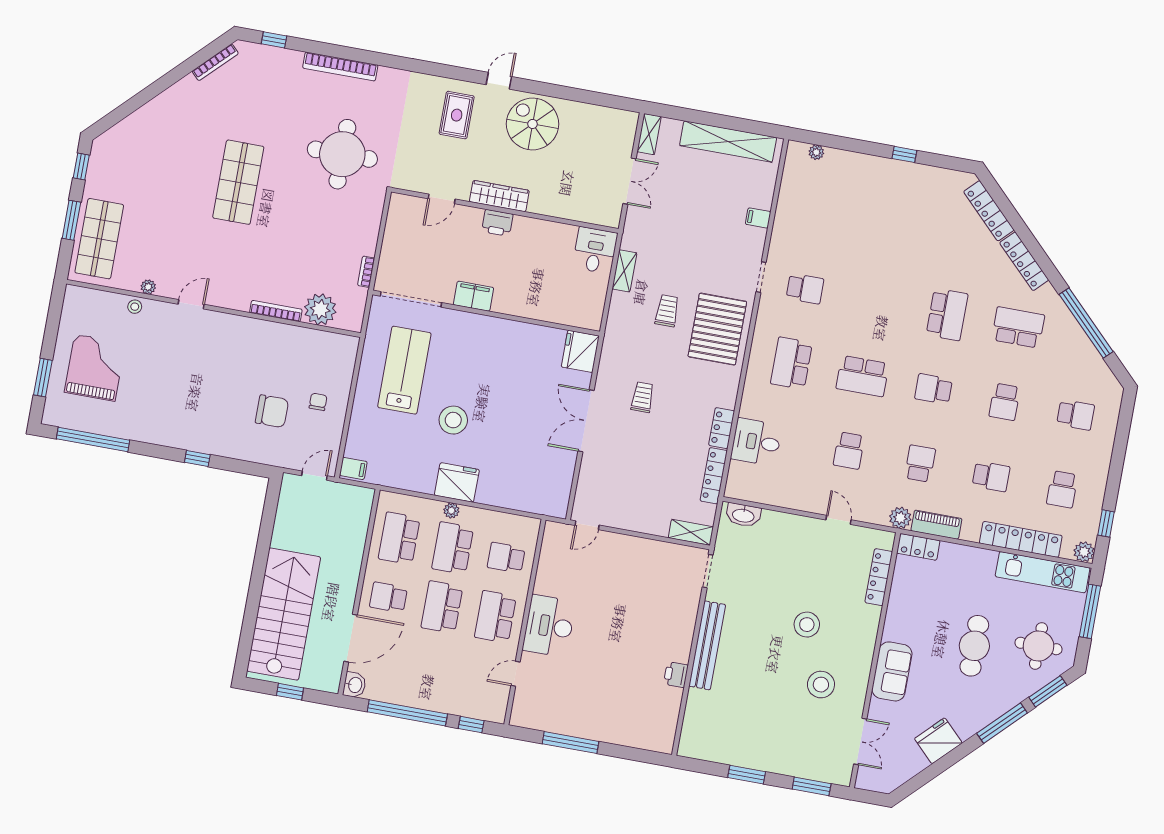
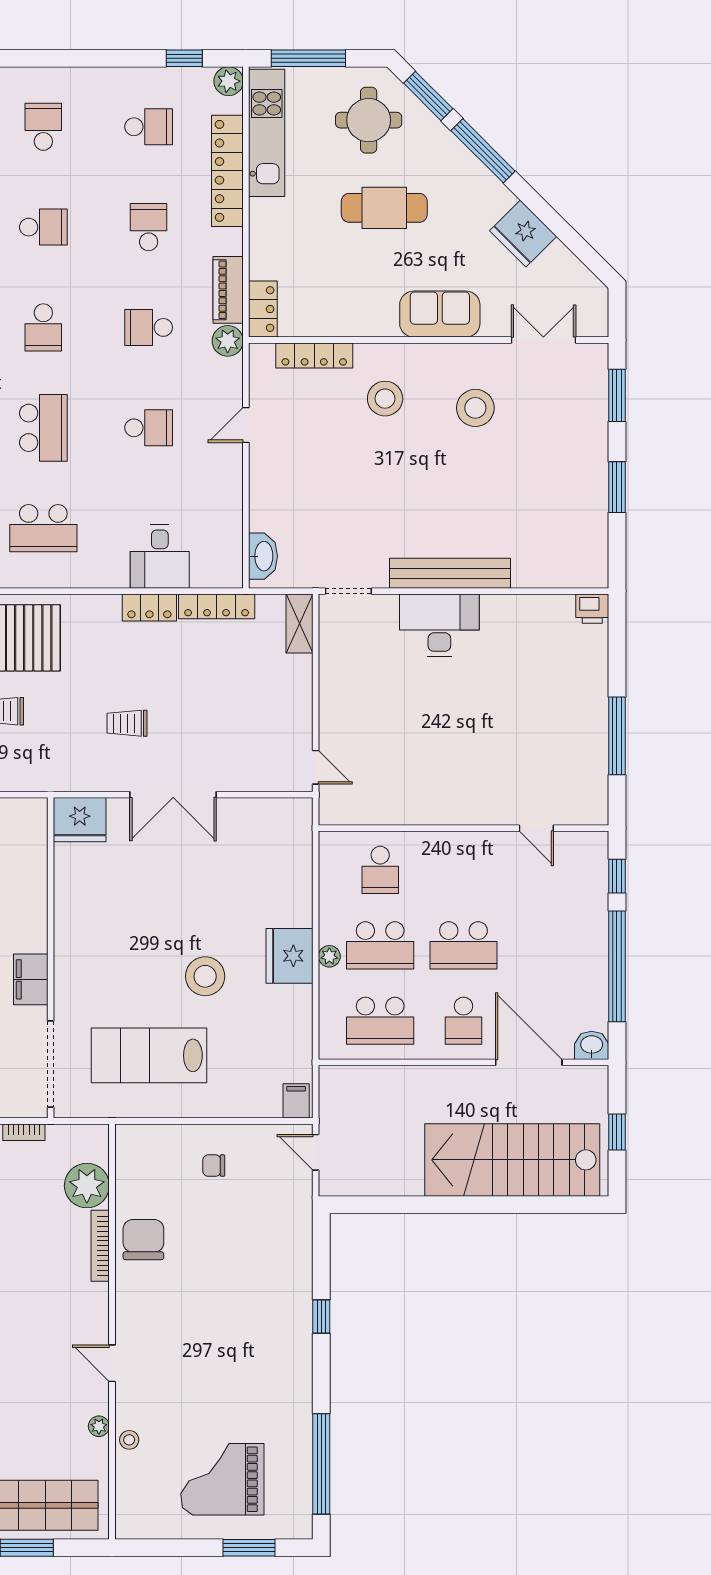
chair: (272, 411) -> (143, 1240), moved
school desk: (495, 617) -> (463, 870), removed
stool: (807, 625) -> (385, 399), moved
desk: (549, 626) -> (439, 625), moved, turned 180
printer: (676, 675) -> (592, 609), moved

